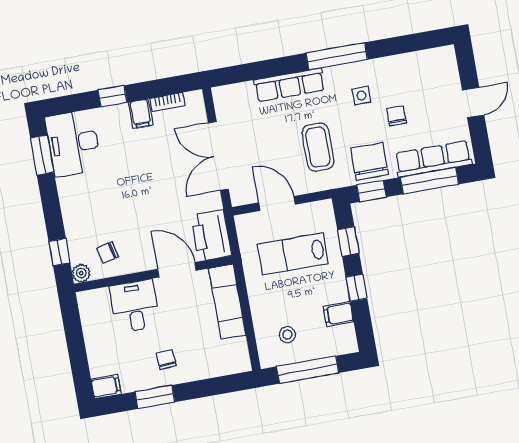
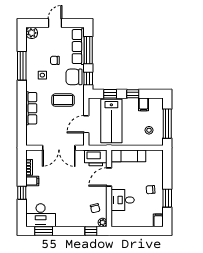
window: (337, 56) -> (22, 66), moved
plant: (444, 58) -> (32, 33), added
door: (473, 102) -> (55, 23), hinge flipped
lab bench: (293, 254) -> (111, 121), width x1.36, depth x1.39

